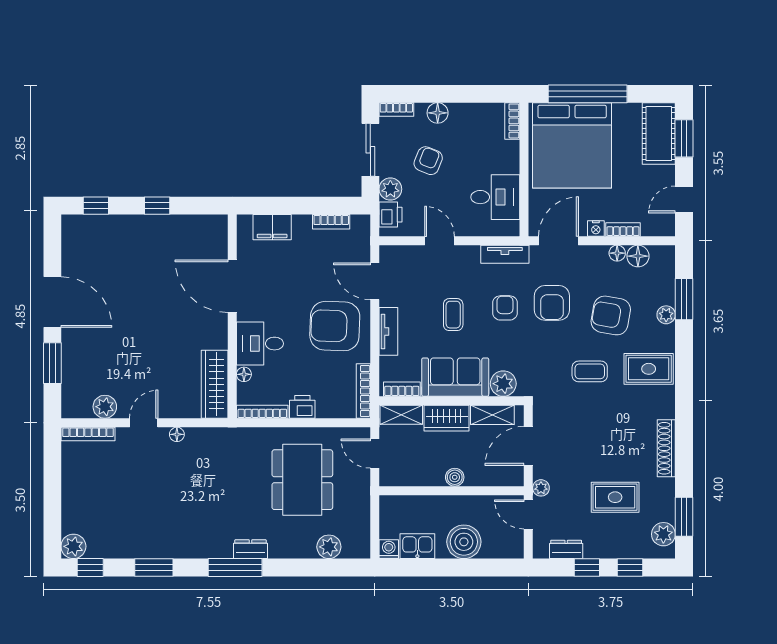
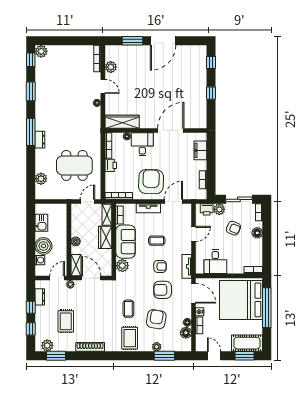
shelving: (492, 415) -> (76, 265), moved
washing machine: (389, 549) -> (40, 260), moved

